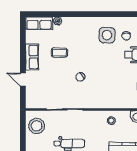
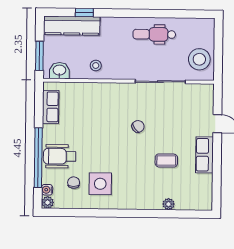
row of seats: (39, 23) -> (194, 201), removed

